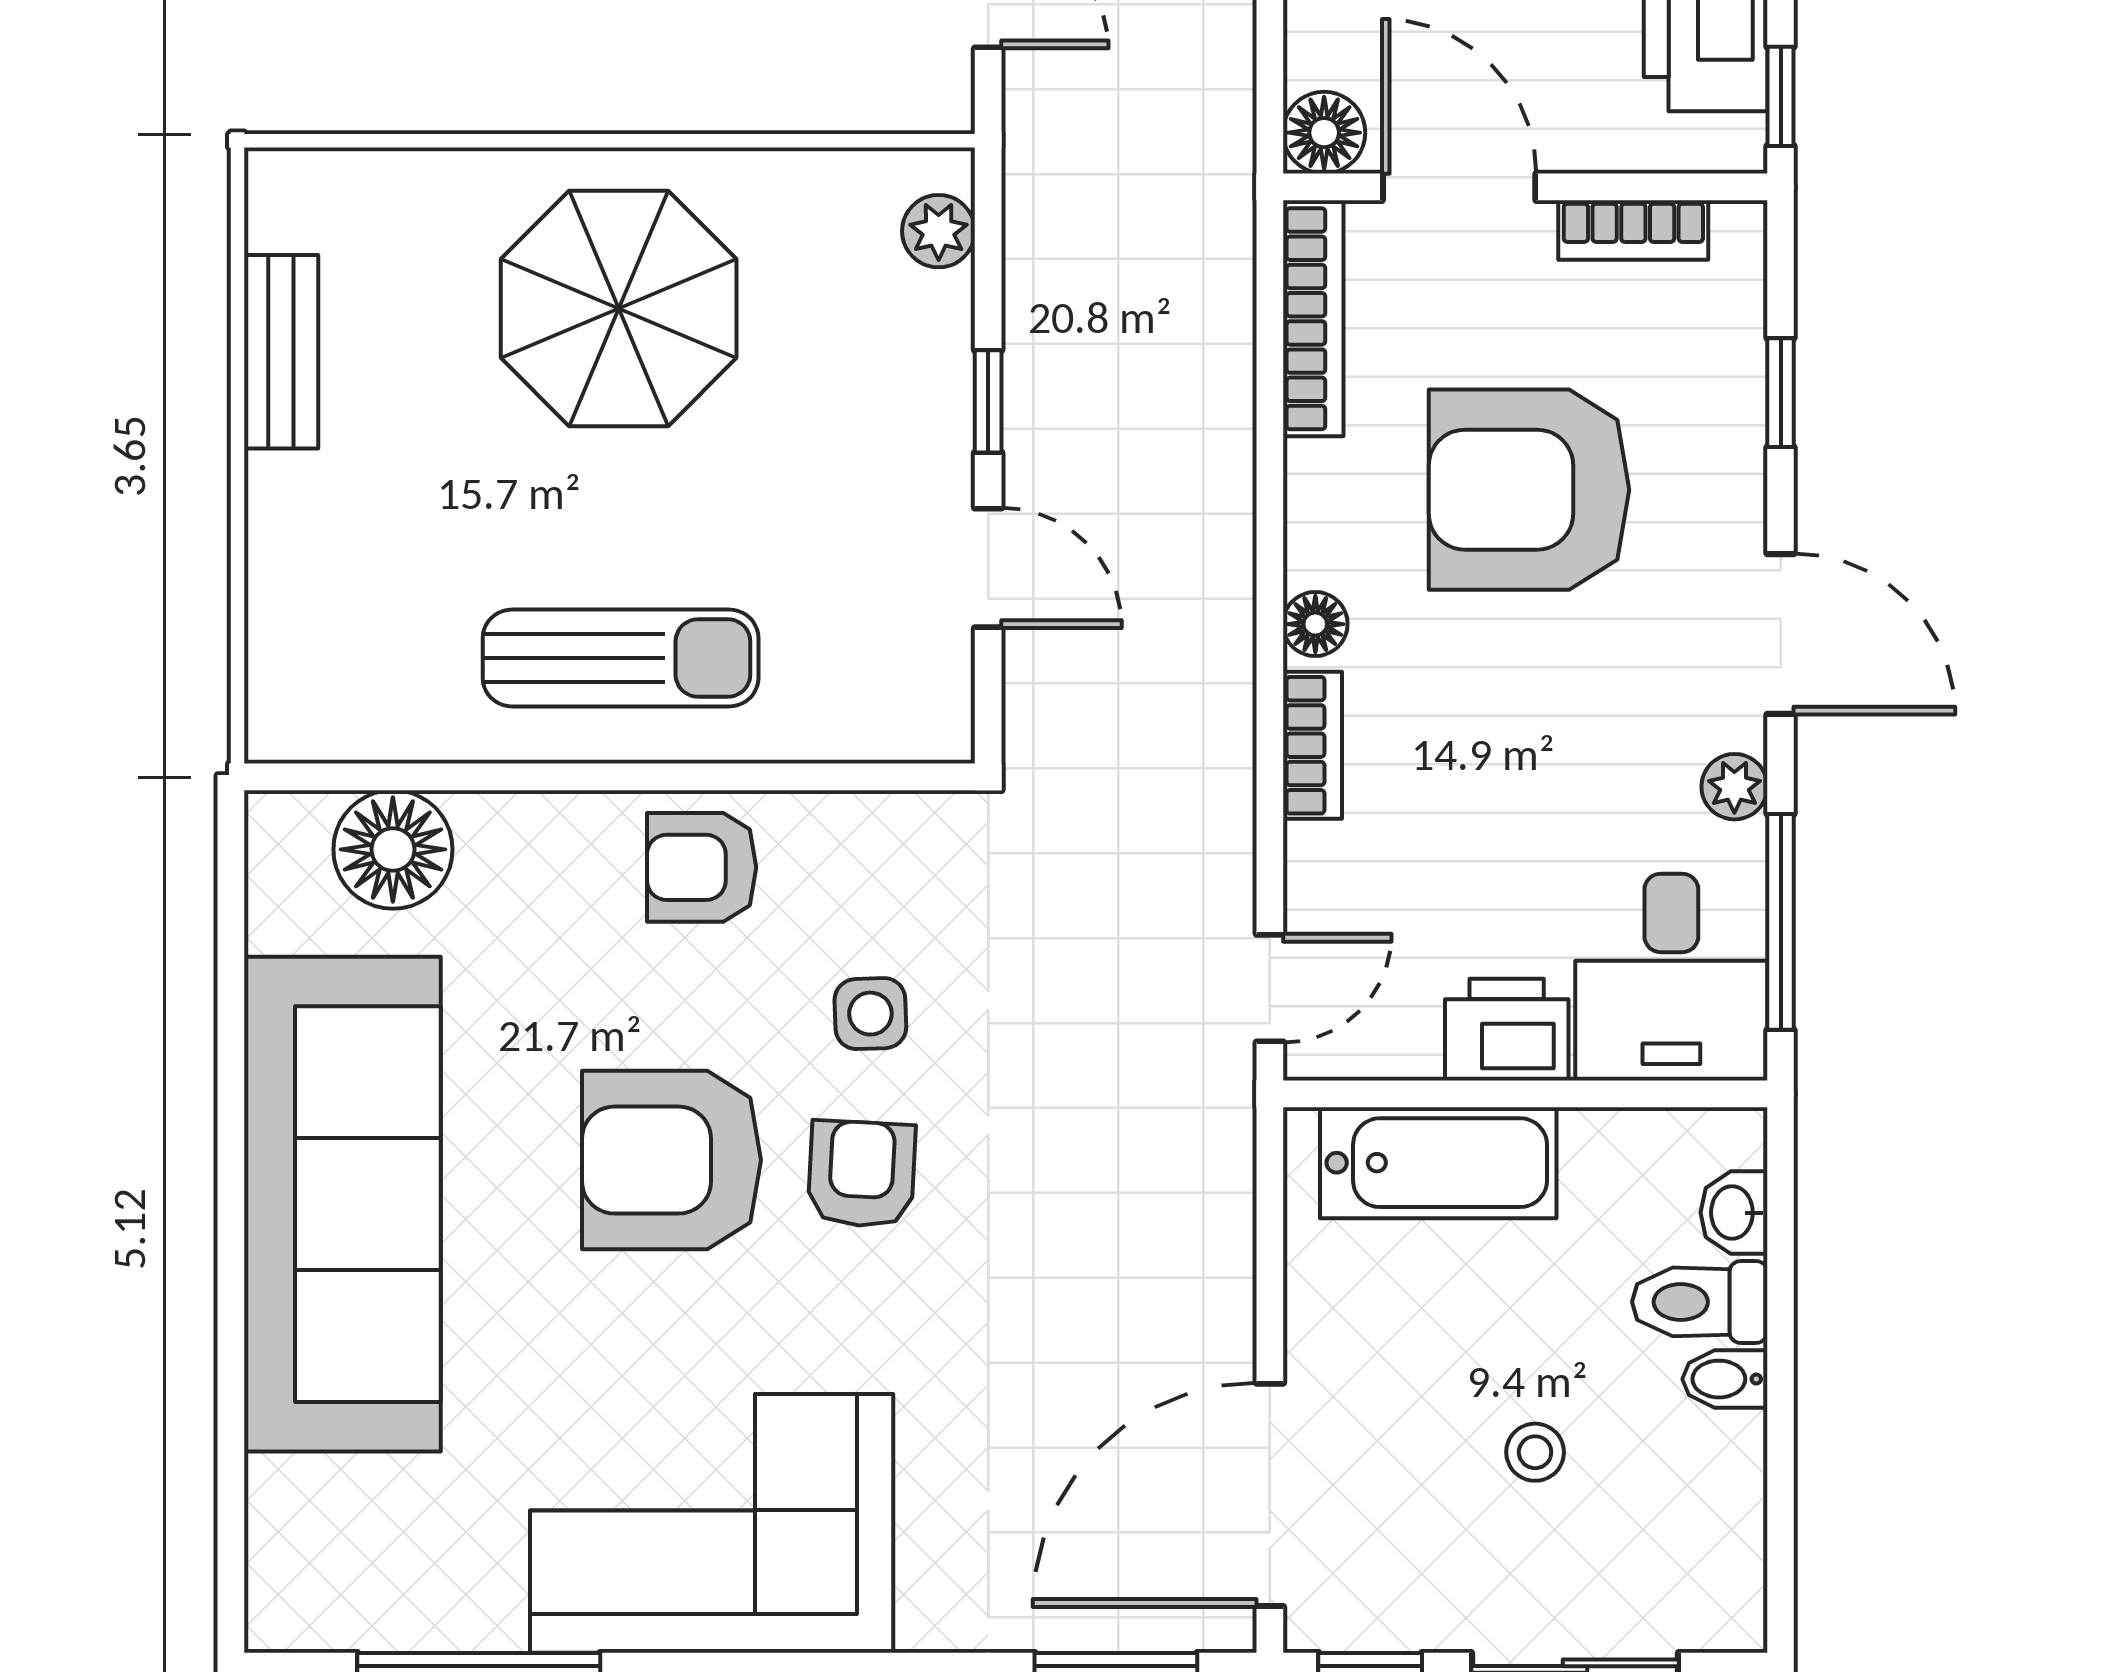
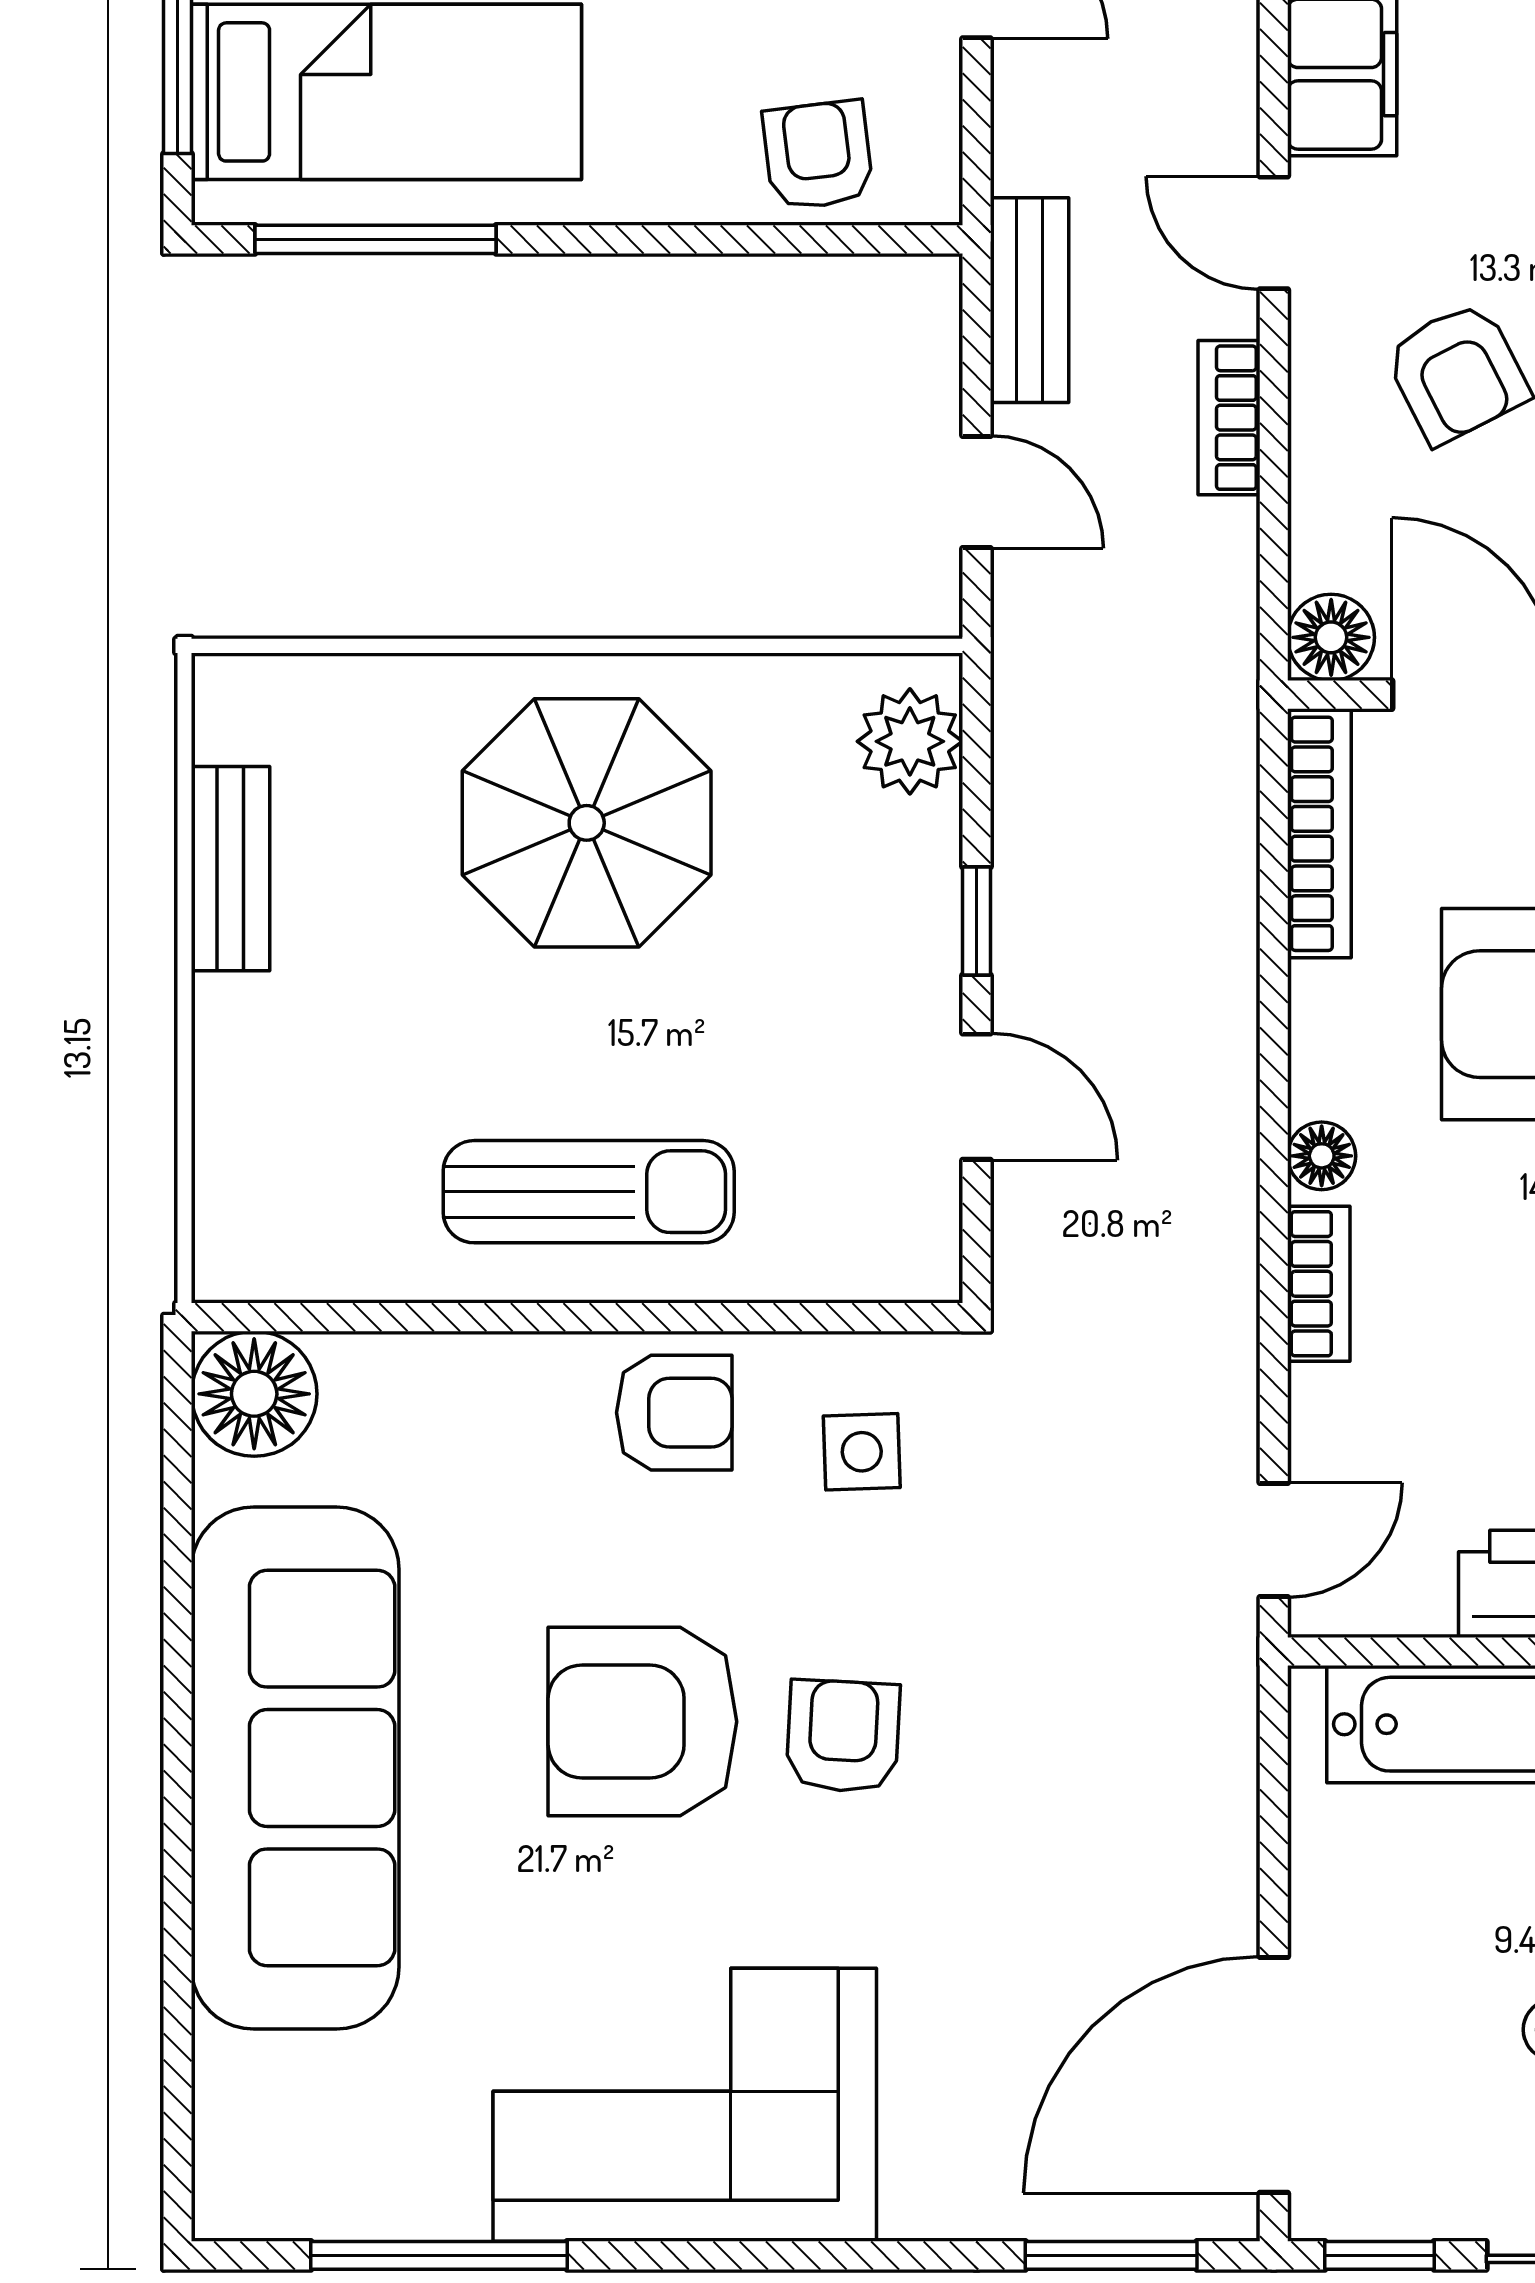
plant: (939, 231) -> (910, 741), width x1.38, depth x1.38
floor lamp: (393, 849) -> (254, 1394), moved
armchair: (702, 867) -> (674, 1413), turned 180
side table: (870, 1014) -> (862, 1452), moved

